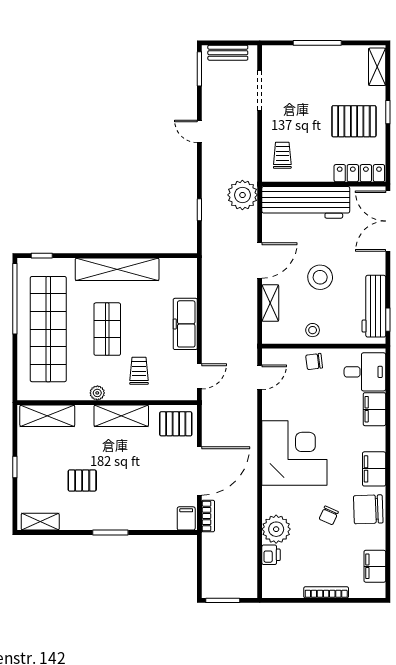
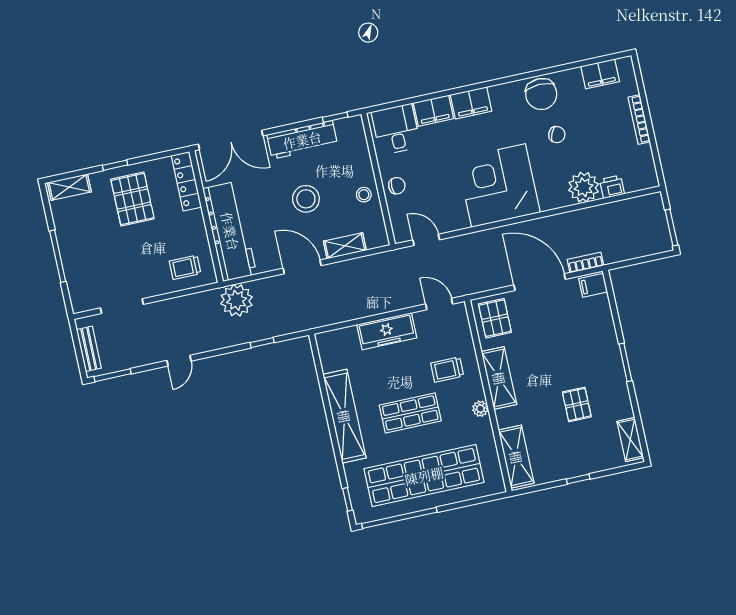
workbench: (374, 306) -> (302, 140), moved
chair: (314, 362) -> (397, 186), turned -83
filing cabinet: (374, 469) -> (471, 103), moved

